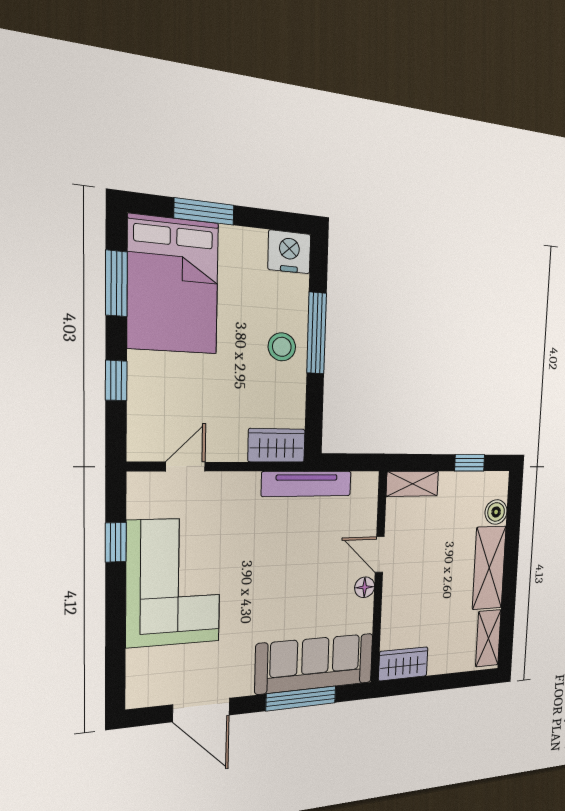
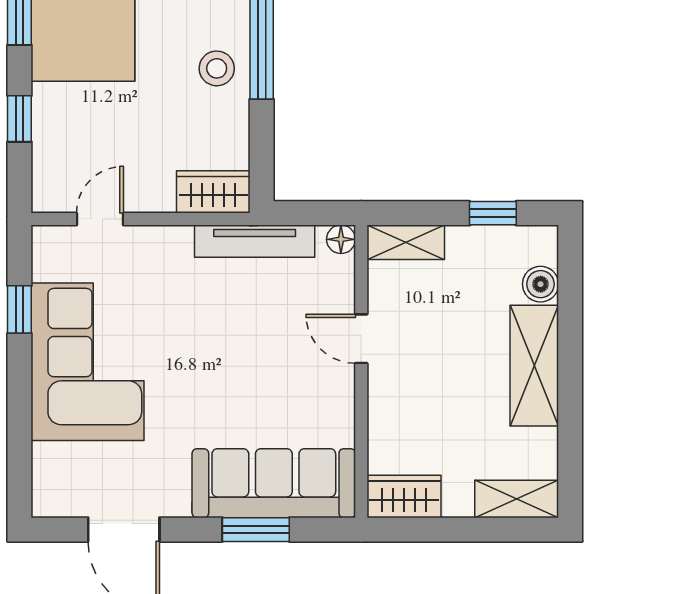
floor lamp: (365, 587) -> (341, 239), moved
shelving: (488, 638) -> (517, 499), moved, turned 90
window: (301, 698) -> (256, 530), width x0.69

